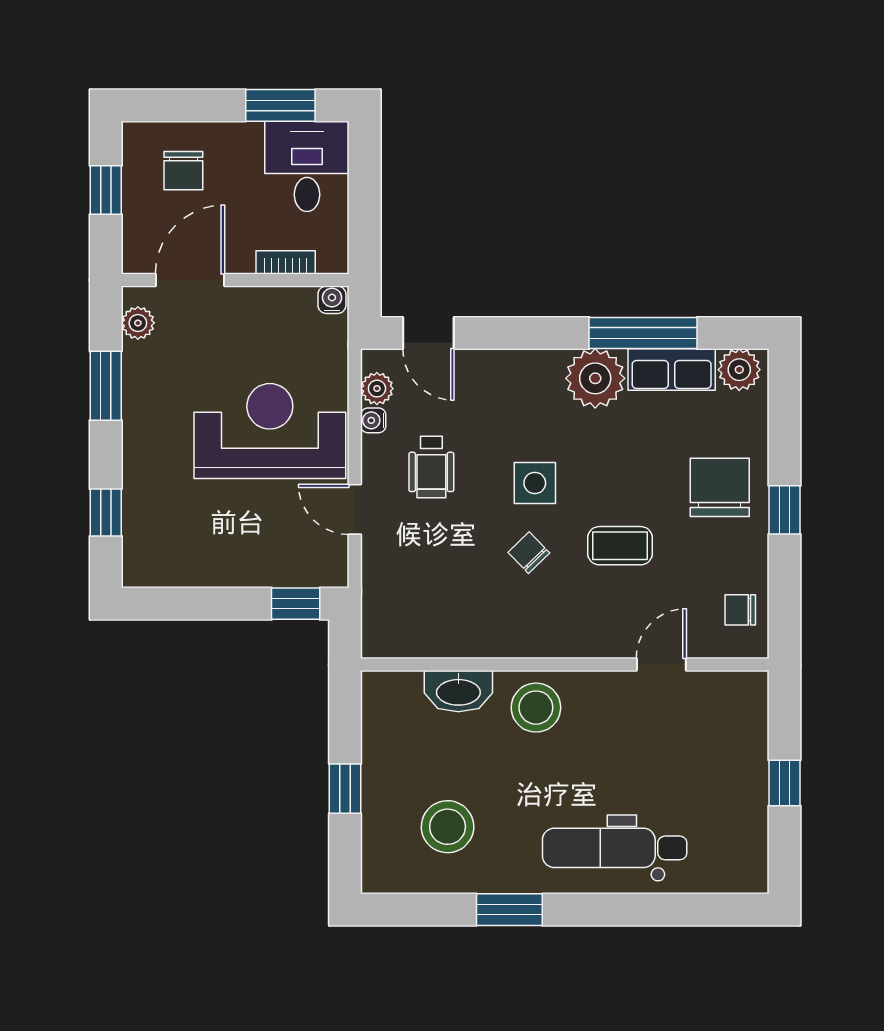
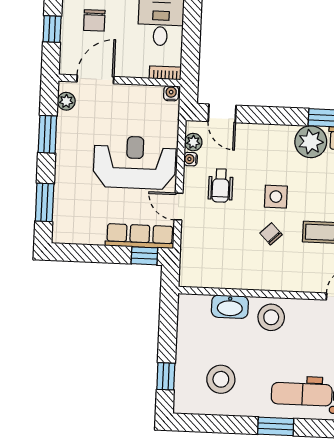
bookcase: (286, 262) -> (165, 73), moved
window: (106, 513) -> (45, 202), width x1.50
row of seats: (285, 567) -> (140, 236), added
window: (345, 789) -> (166, 376), moved
window: (509, 910) -> (276, 426), moved

